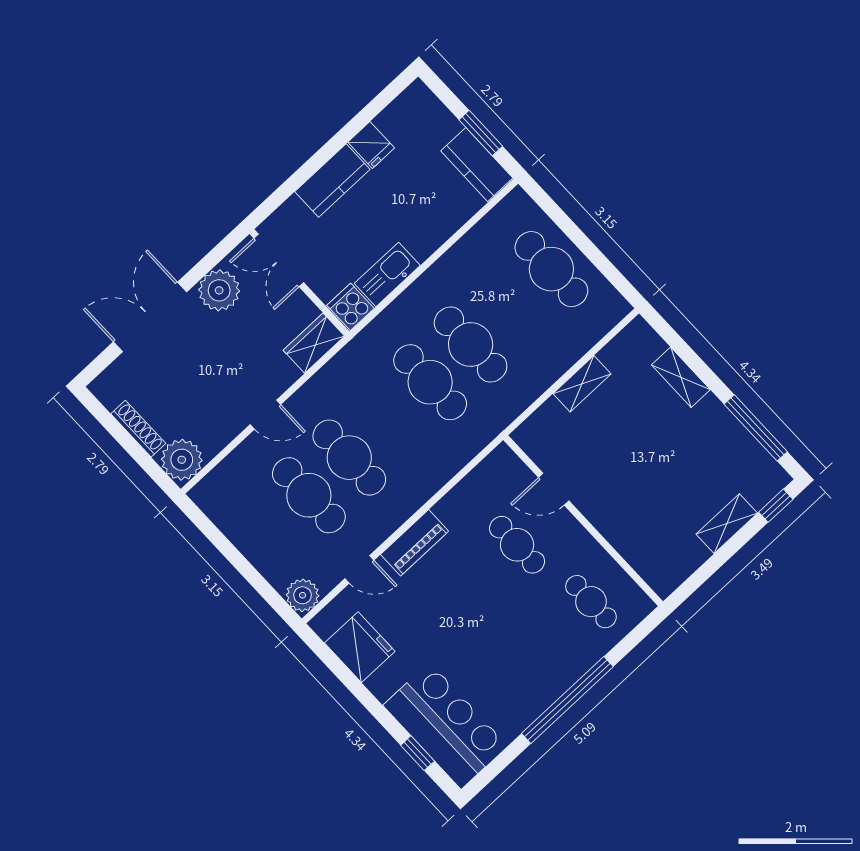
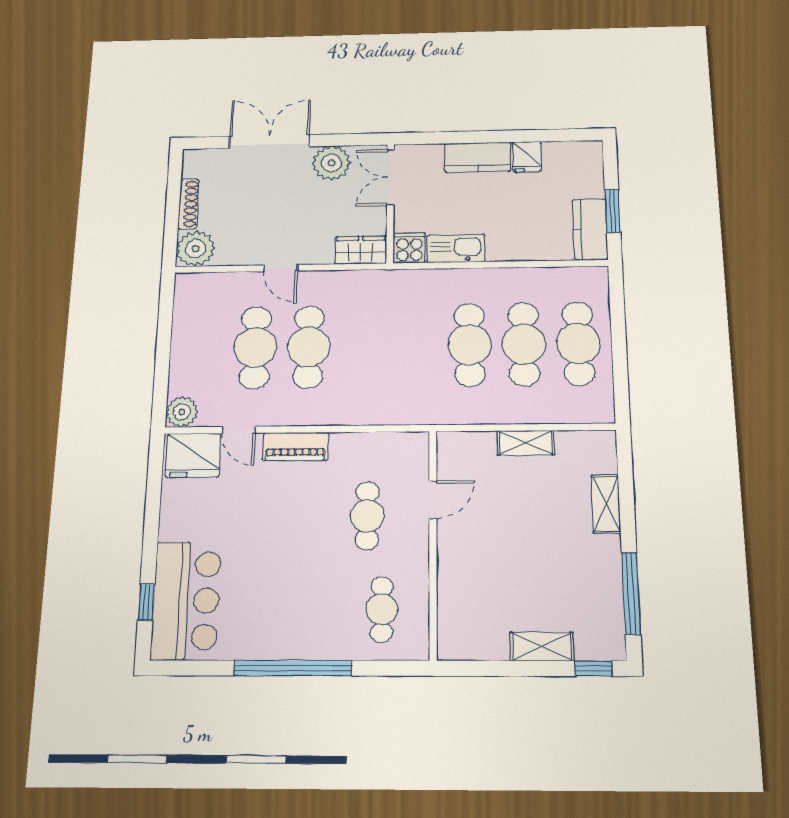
cafe table: (430, 382) -> (524, 344), moved
door: (554, 489) -> (433, 500), swing flipped
fridge: (360, 647) -> (193, 455), moved, turned 90

